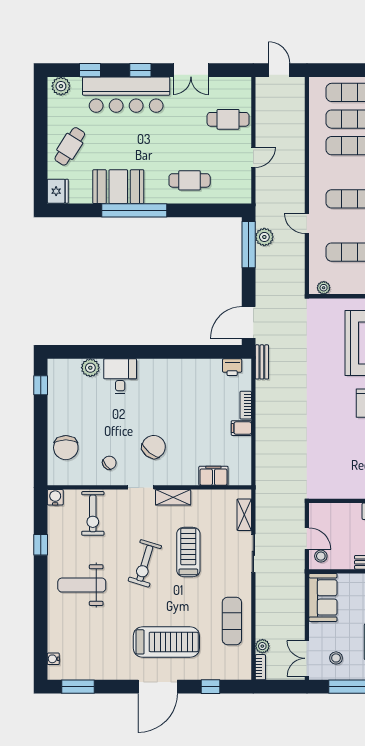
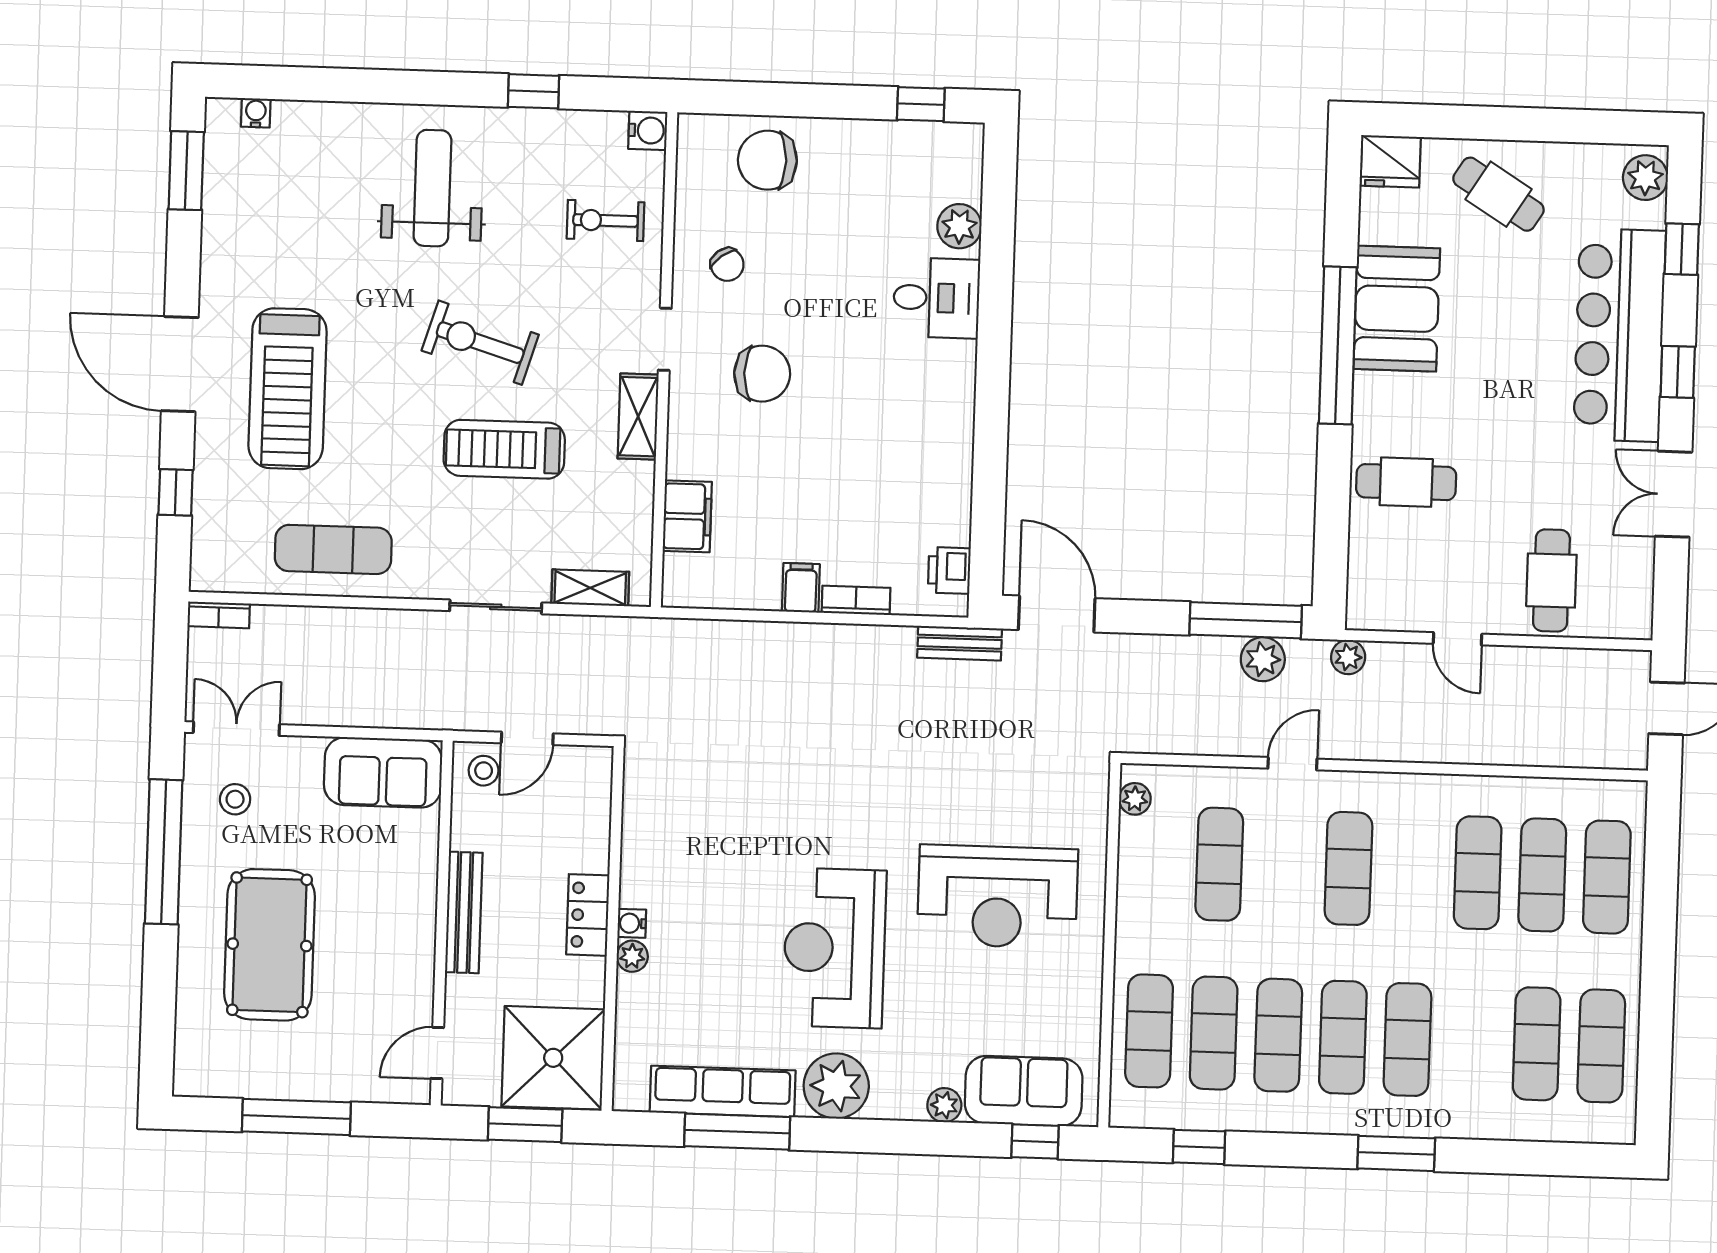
cafe table: (190, 180) -> (1406, 482), turned 90
chair: (154, 447) -> (762, 374), turned -39
exercise bike: (93, 513) -> (605, 221), width x0.73, depth x0.72
treadmill: (188, 552) -> (504, 449), turned 180
plant: (262, 646) -> (1348, 657), moved

